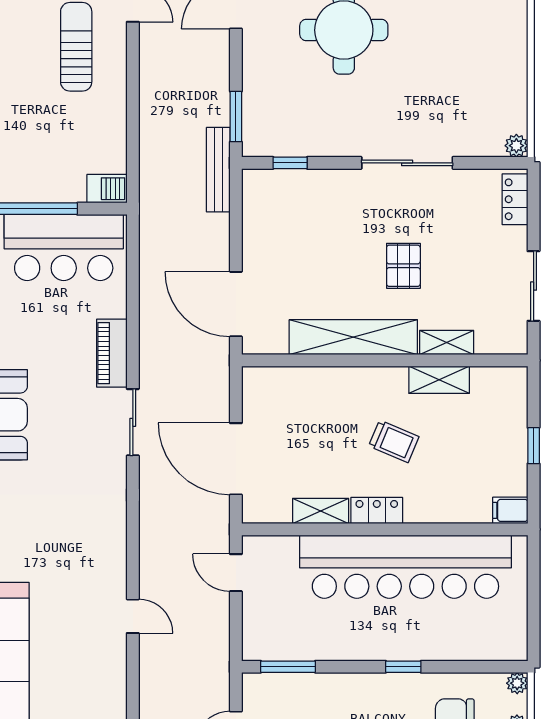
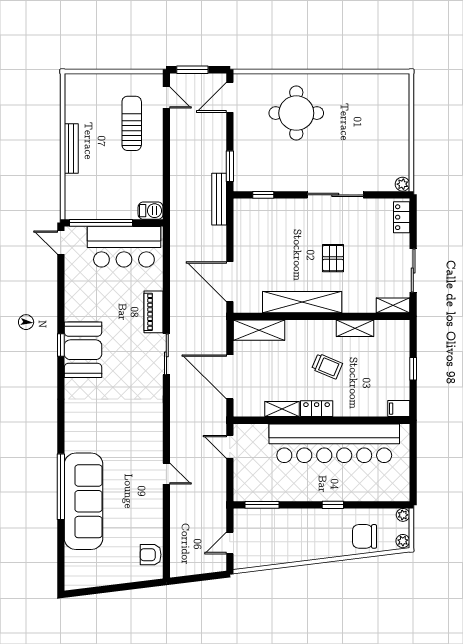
shelving: (447, 343) -> (393, 305), moved
shelving: (283, 383) -> (259, 330), added

